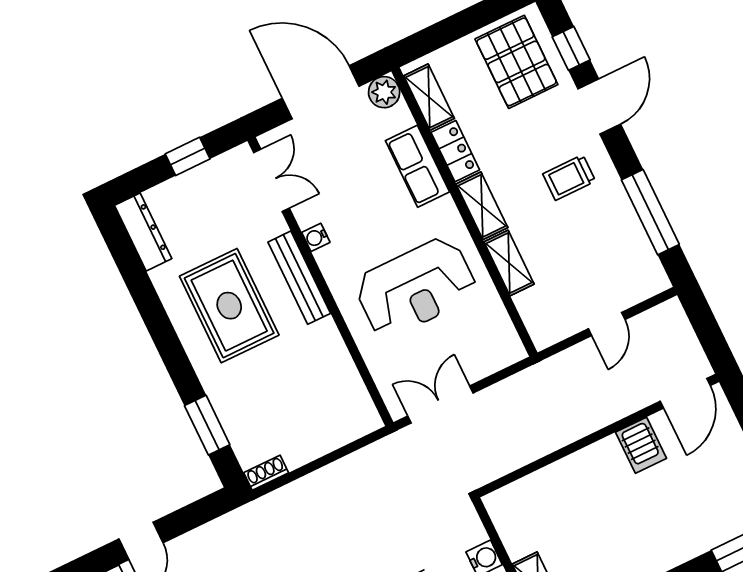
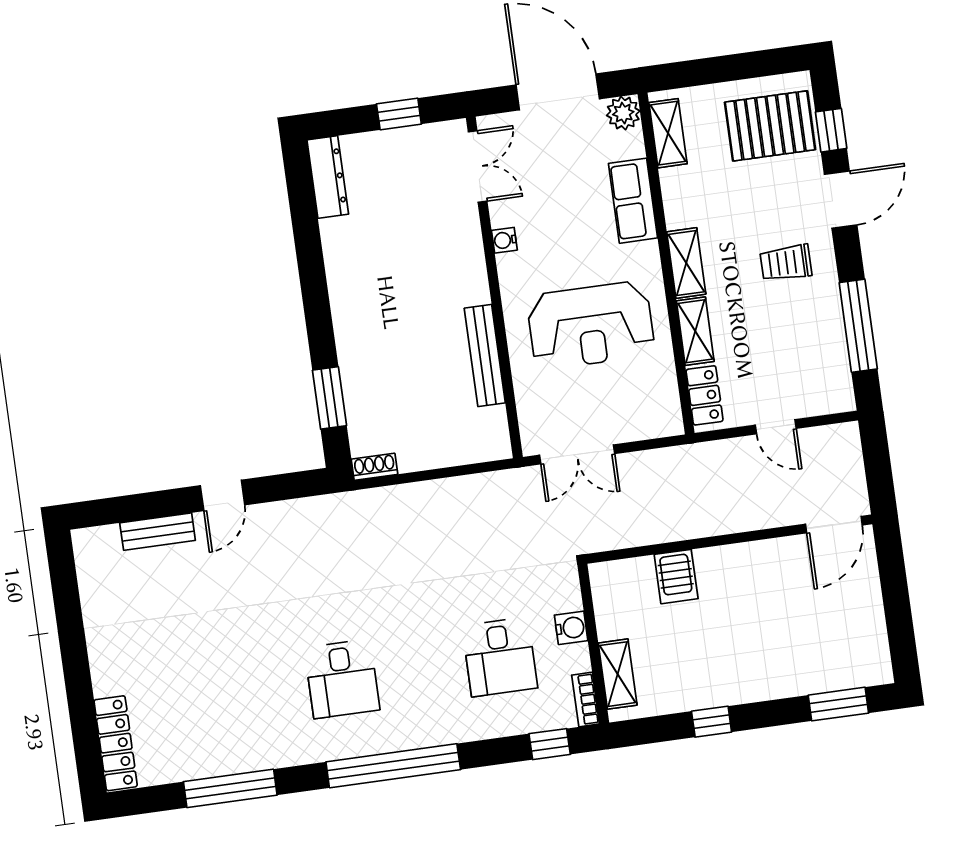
pallet: (516, 62) -> (770, 126), turned 90
locker: (455, 151) -> (705, 395), moved
bench: (299, 278) -> (485, 355), moved
rug: (229, 306) -> (392, 282), removed
door: (607, 324) -> (776, 427), hinge flipped
double door: (440, 405) -> (577, 454), swing flipped
server rack: (641, 445) -> (676, 577), moved

